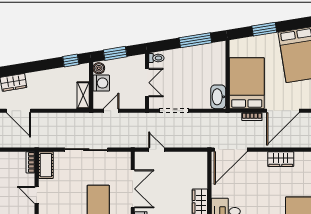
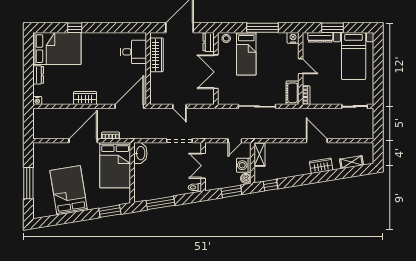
window: (264, 29) -> (110, 211), moved
door: (157, 150) -> (180, 106), moved

